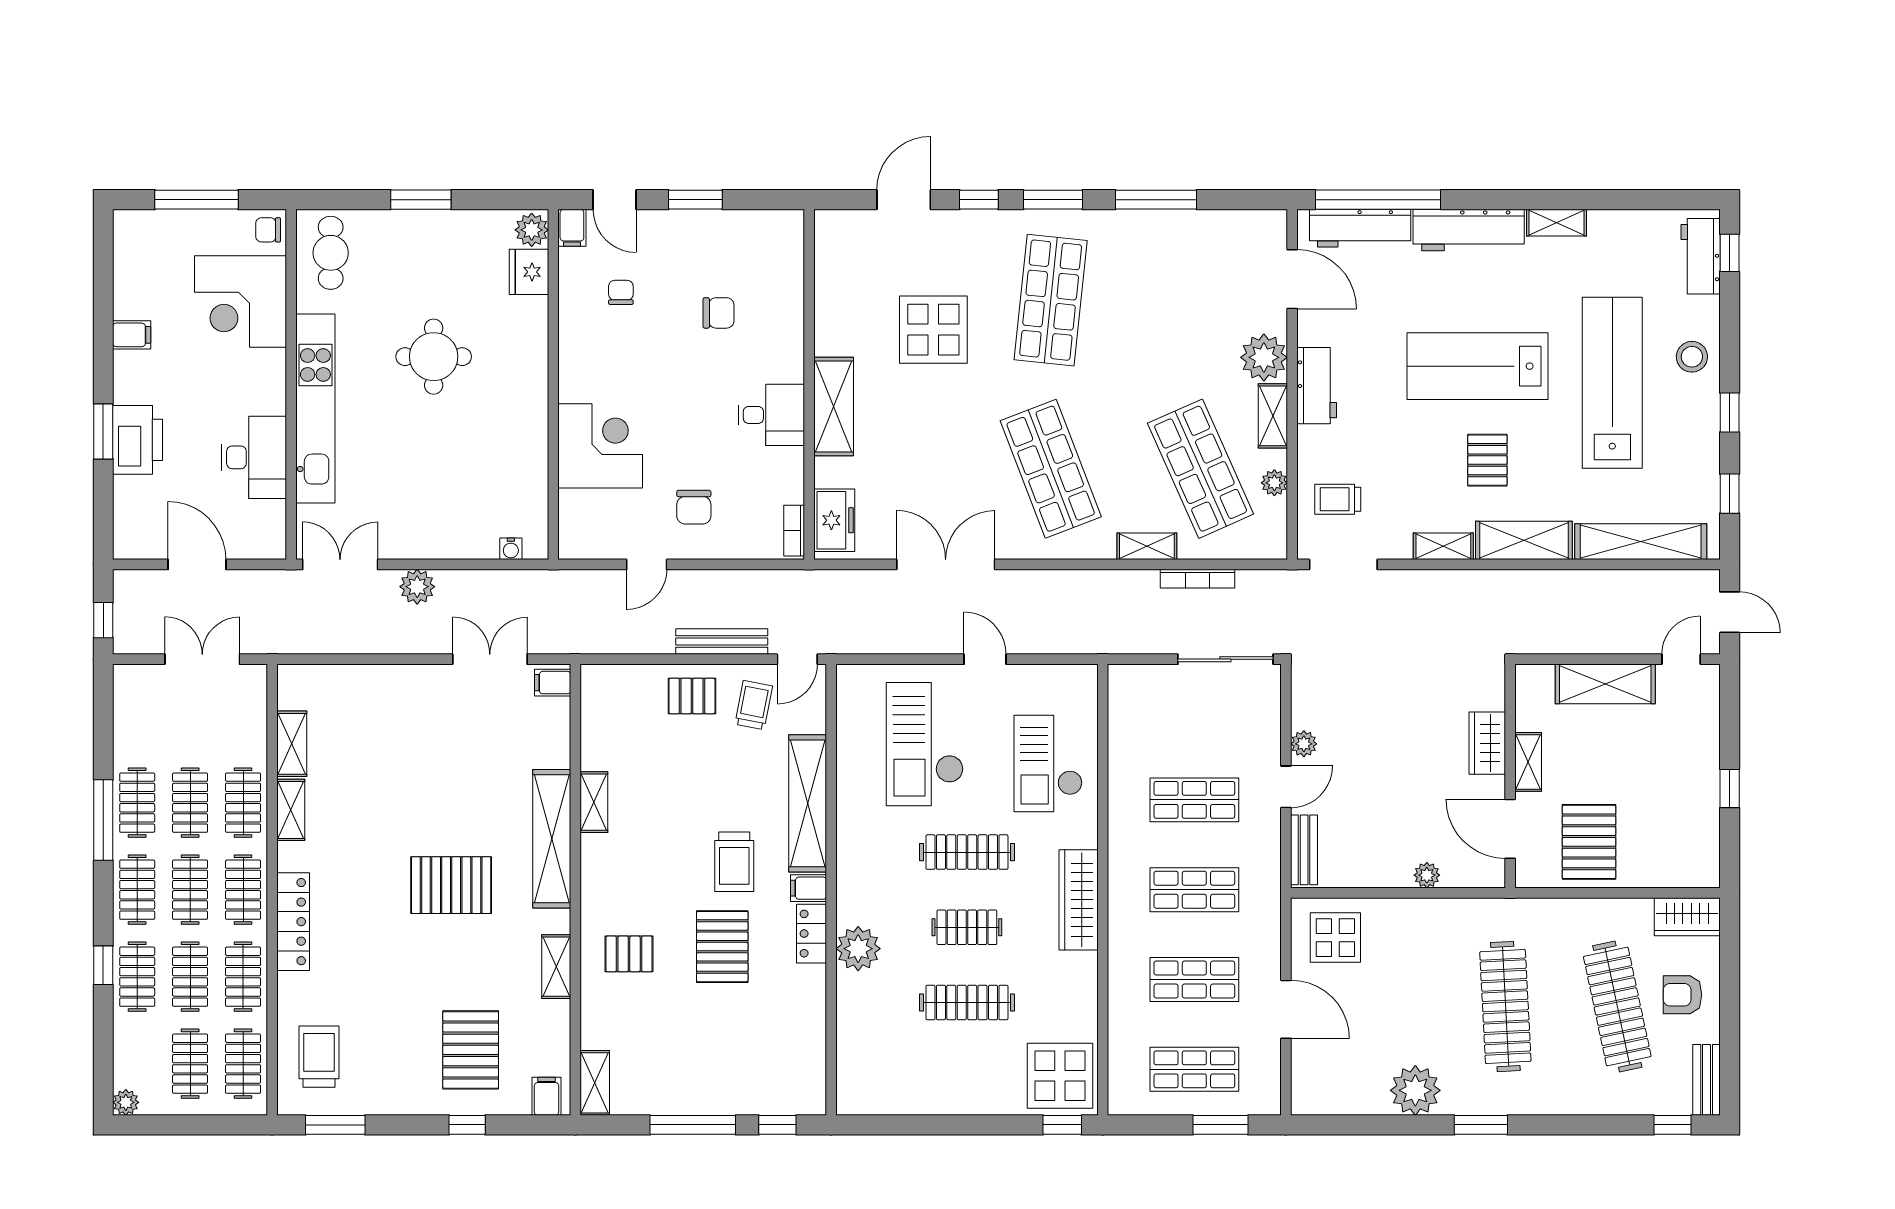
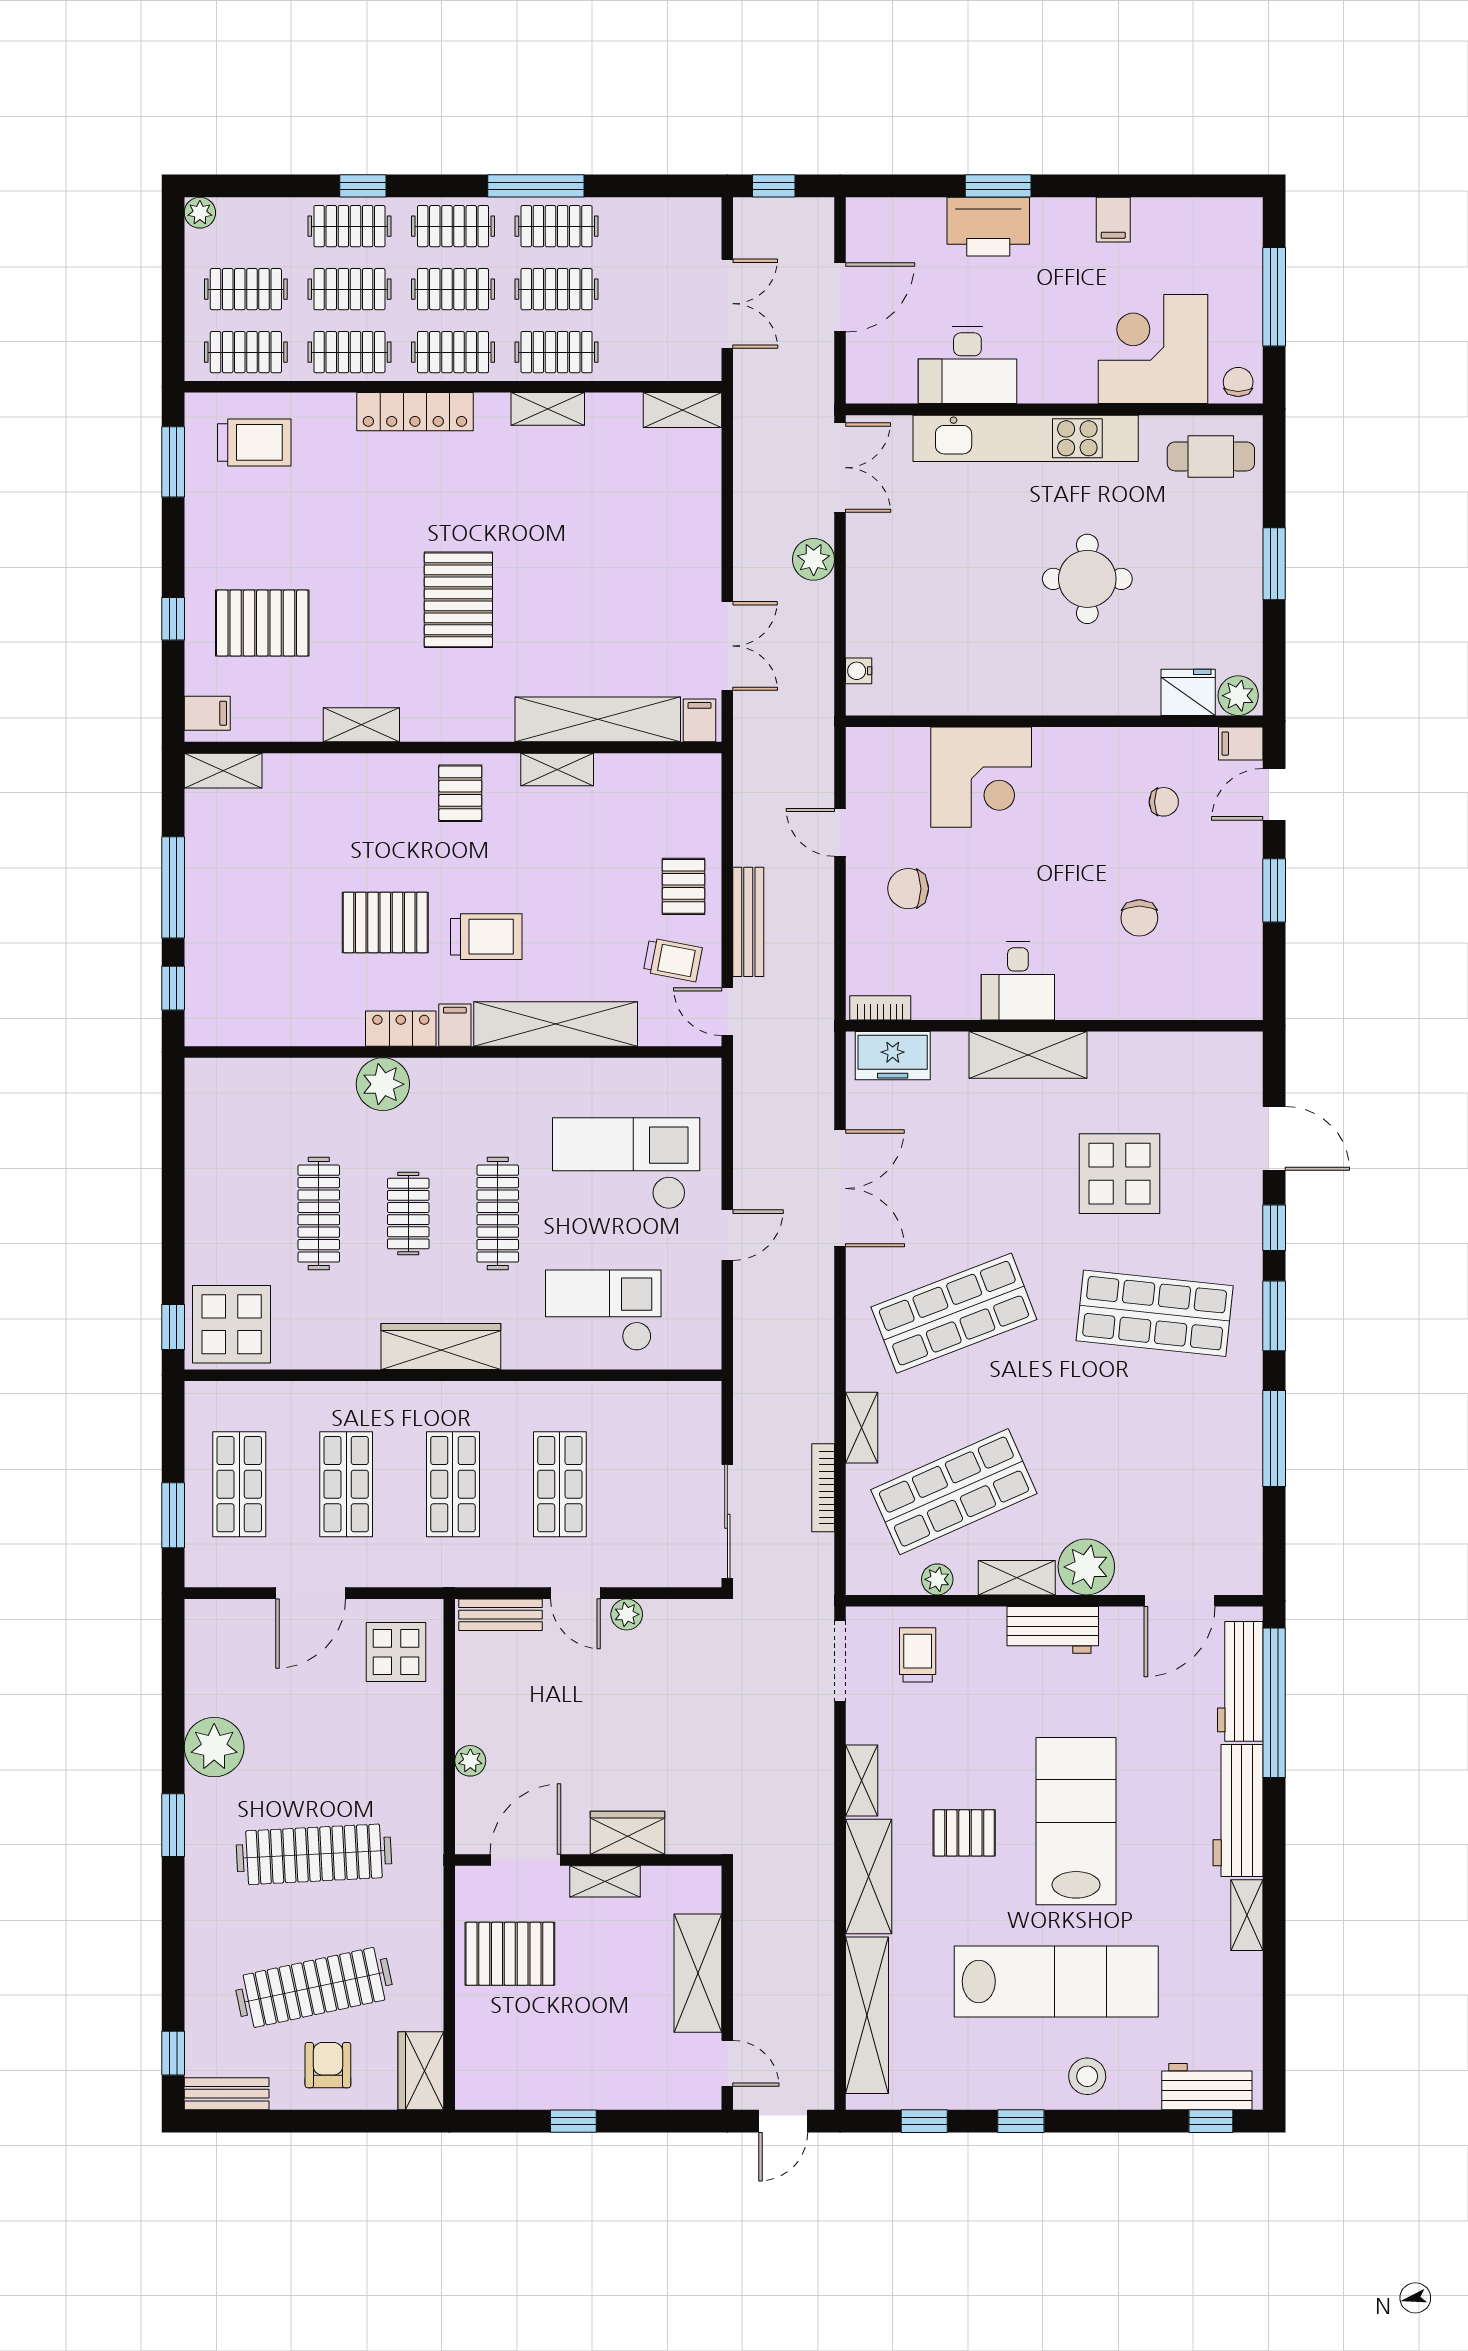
shelving: (292, 744) -> (683, 410), moved
shelving: (552, 839) -> (598, 719), moved
trolley: (734, 862) -> (486, 937), turned 180
pallet: (629, 954) -> (460, 793), moved

